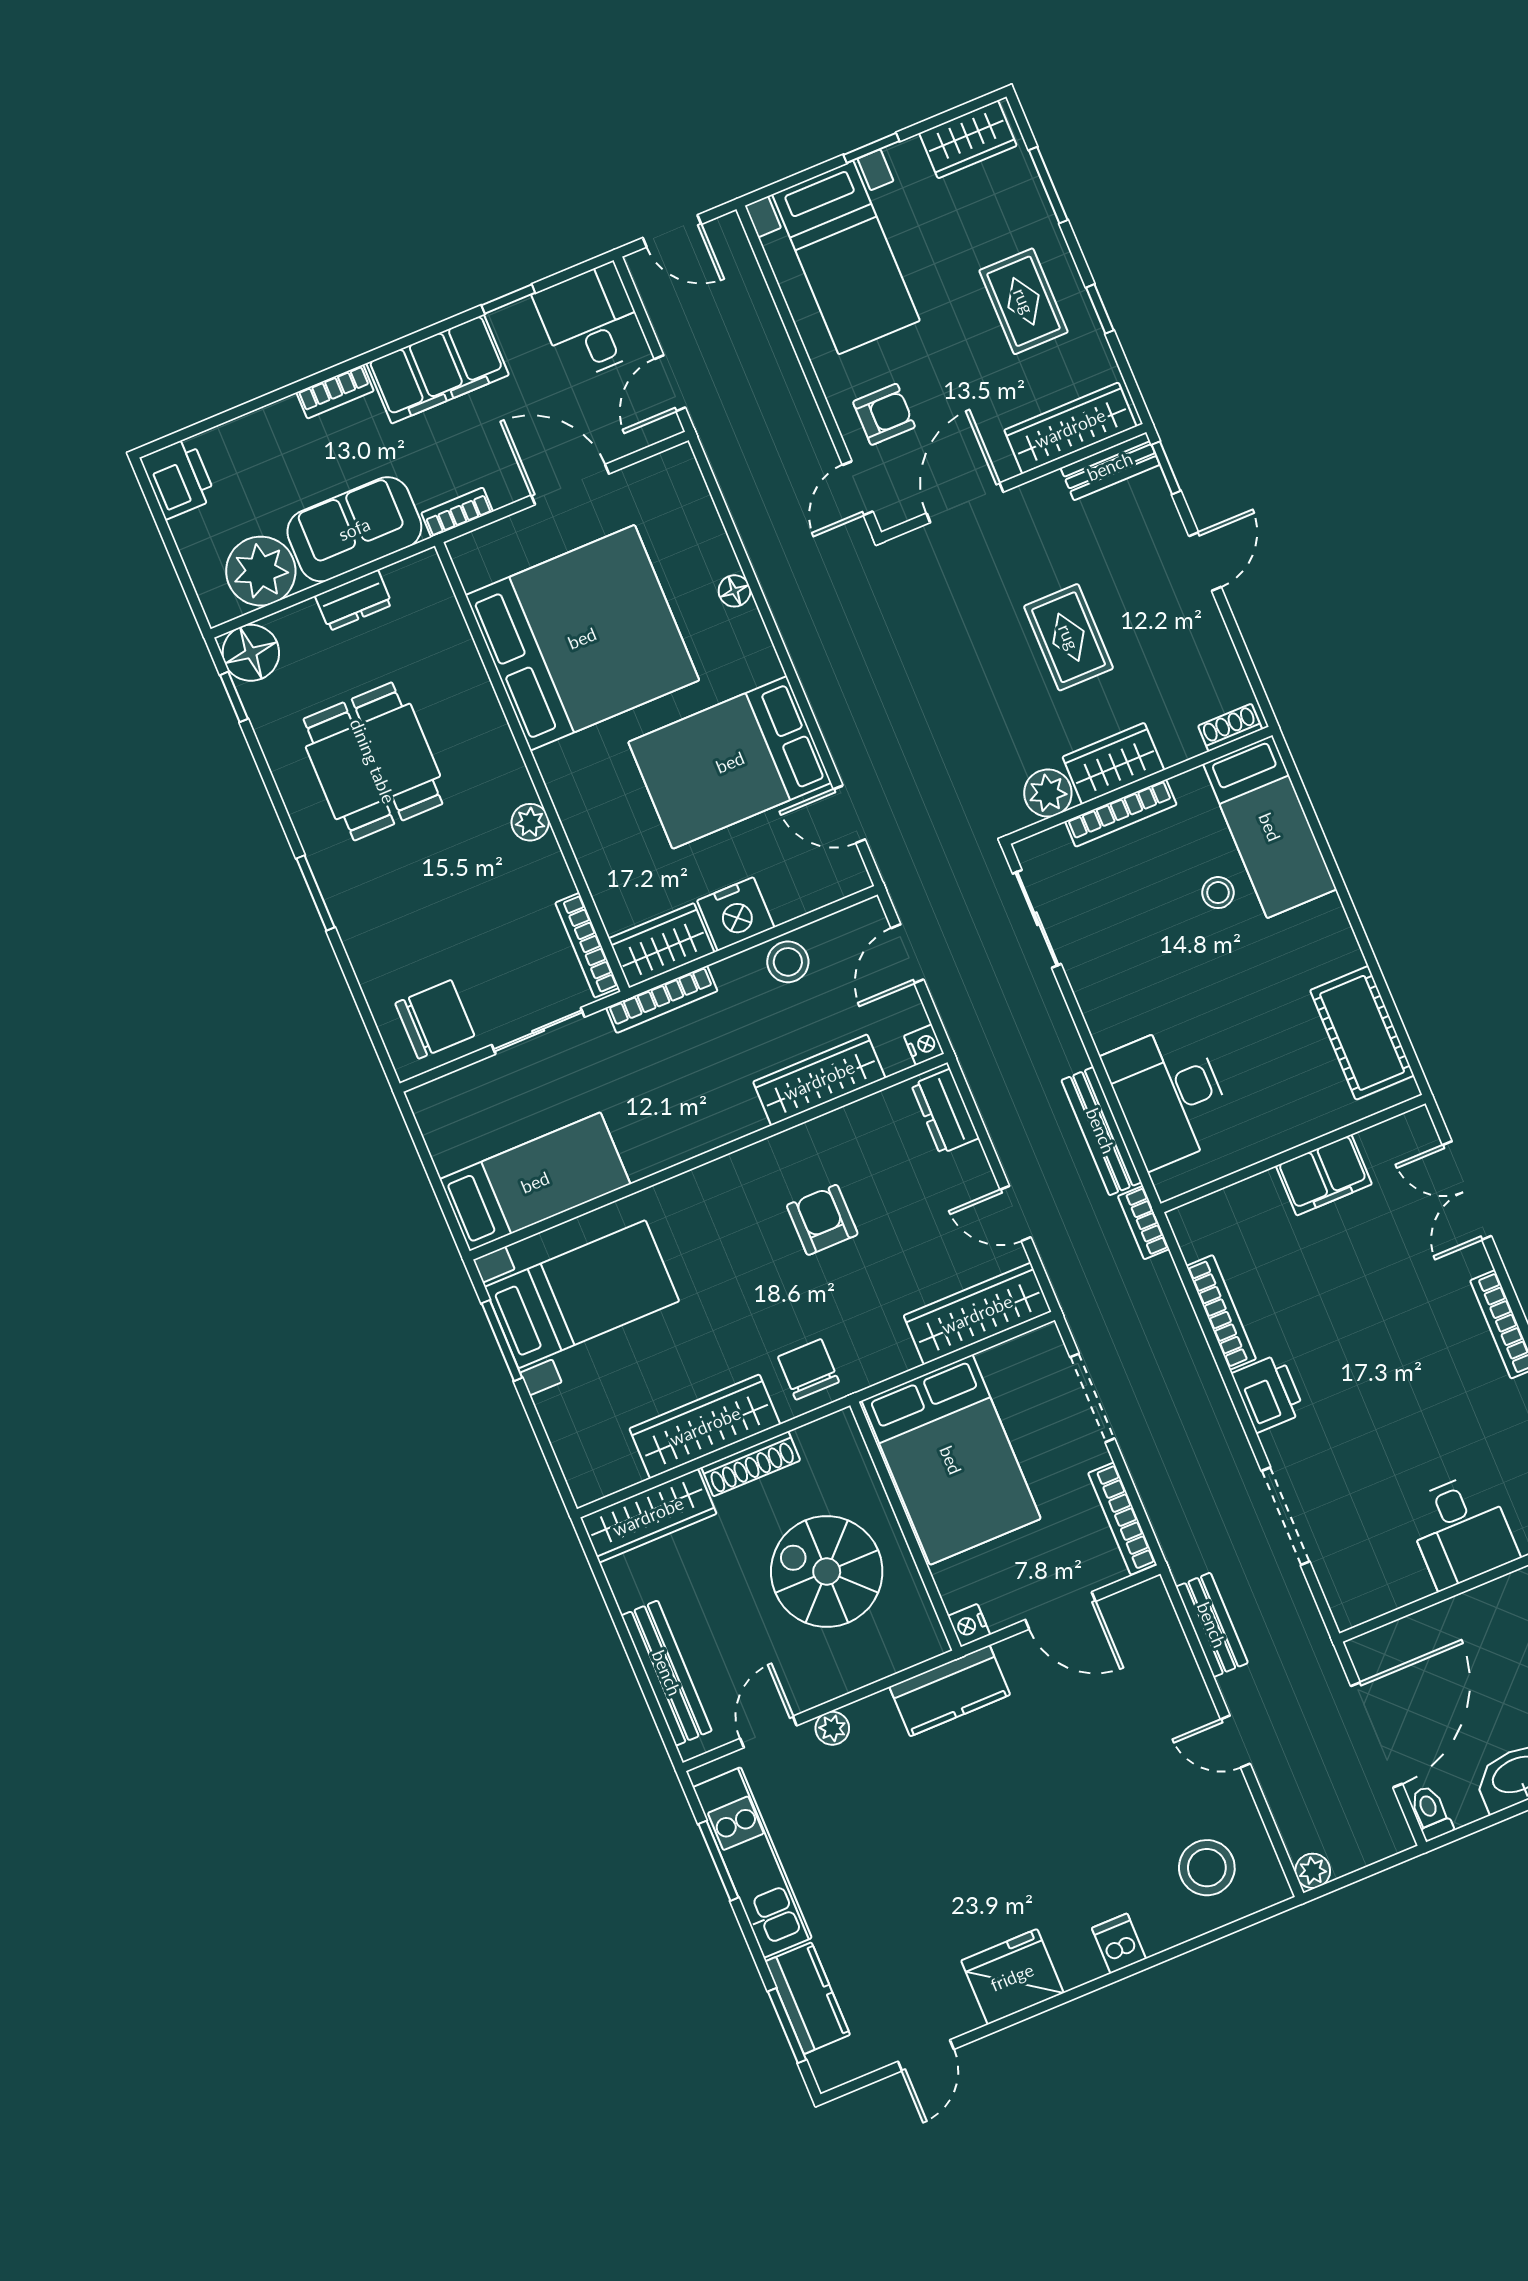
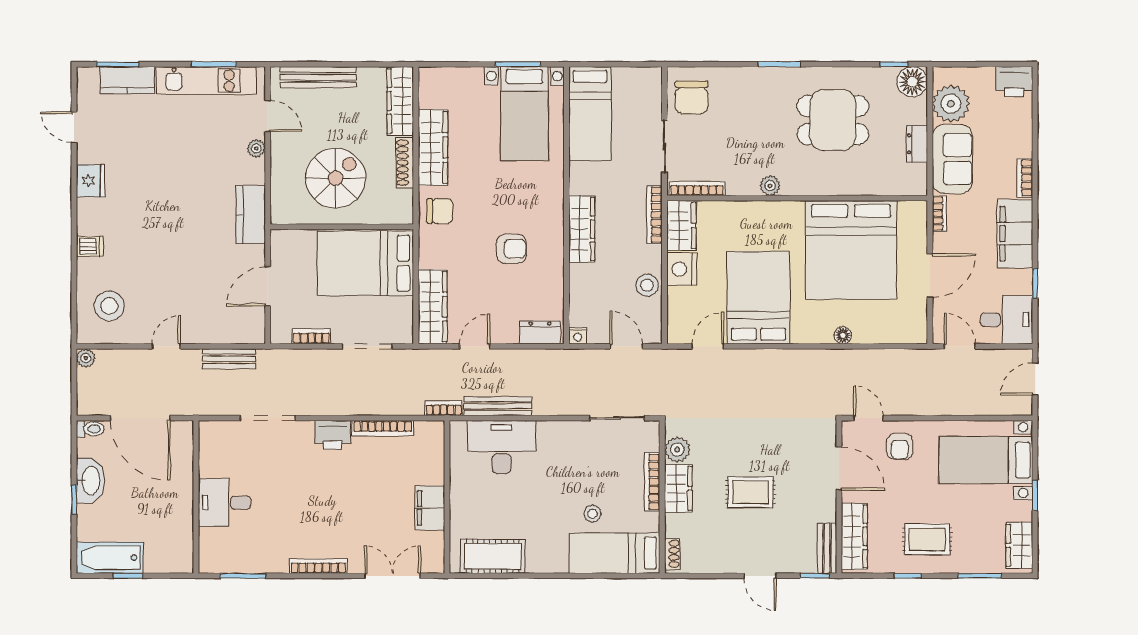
wardrobe: (819, 1080) -> (582, 229), moved
bookcase: (1122, 1519) -> (311, 336), width x0.64
nightstand: (969, 1625) -> (279, 238), removed
fridge: (1012, 1977) -> (90, 181), width x0.73, depth x0.75

